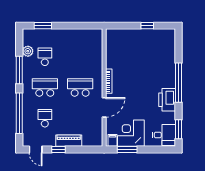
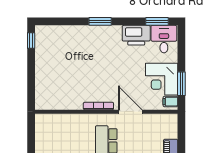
window: (147, 26) -> (31, 40), moved
window: (178, 83) -> (100, 21), width x0.47
printer: (167, 100) -> (136, 35), moved

